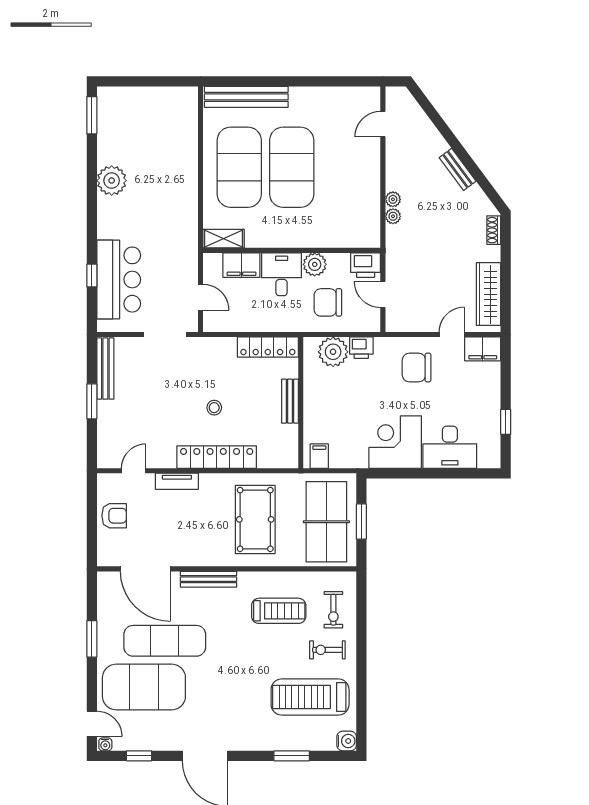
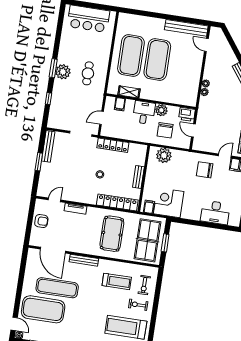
bench: (246, 97) -> (186, 28), moved
window: (92, 115) -> (53, 68), moved
door: (383, 124) -> (206, 45), hinge flipped
plant: (112, 181) -> (63, 72), moved
cafe table: (161, 215) -> (88, 73), added
shelving: (224, 239) -> (129, 92), moved
filing cabinet: (241, 265) -> (120, 104), width x0.50
bar counter: (119, 280) -> (88, 19), moved, turned 90
door: (201, 297) -> (102, 118), swing flipped
chair: (328, 302) -> (165, 130), turned -90
locker: (268, 347) -> (113, 145), moved
printer: (361, 348) -> (178, 156), removed
corner desk: (395, 442) -> (169, 203), moved
locker: (217, 457) -> (117, 202), moved
window: (92, 639) -> (21, 281), removed

